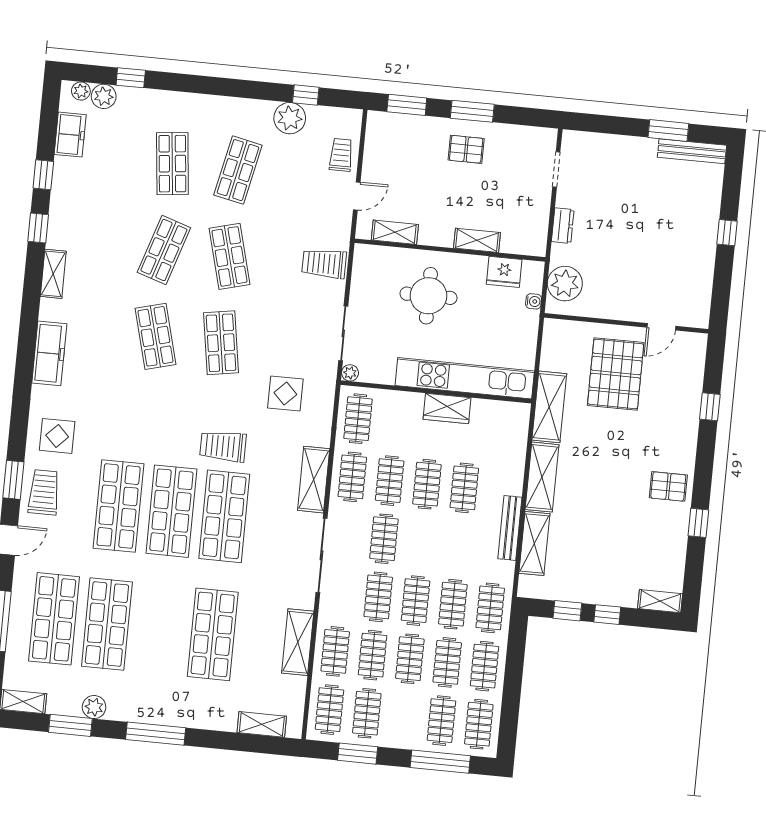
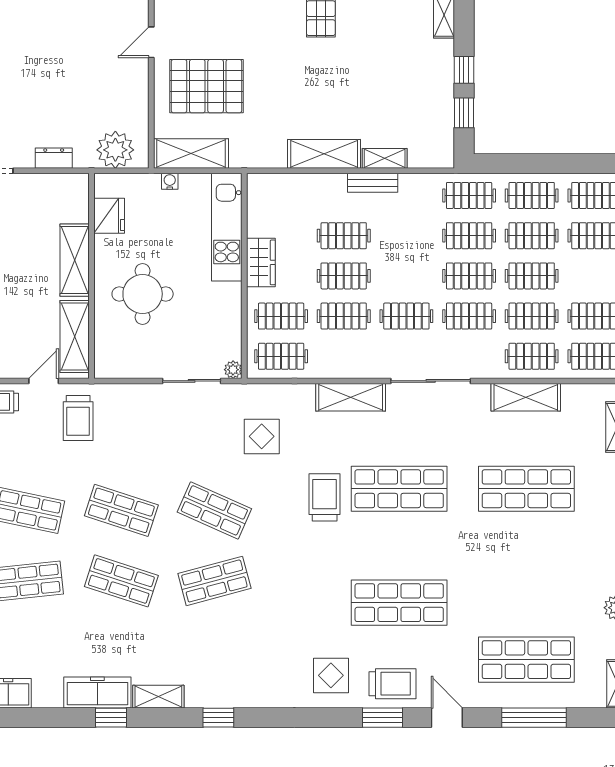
window: (43, 175) -> (218, 718), moved
door: (357, 196) -> (44, 381), hinge flipped
shelving: (395, 232) -> (75, 337), width x1.50, depth x1.33
shelving: (477, 240) -> (75, 260), width x1.50, depth x1.33
shop shelf: (229, 256) -> (121, 510), turned 33
trolley: (324, 263) -> (78, 418), moved
water cooler: (534, 301) -> (170, 181), moved
door: (661, 327) -> (151, 42), swing flipped
shop shelf: (221, 343) -> (214, 510), turned 33
freezer: (49, 353) -> (97, 692), moved
kitchen unit: (465, 378) -> (227, 227), width x0.73
shelving: (549, 407) -> (191, 154), moved
trolley: (223, 446) -> (325, 497), turned 180
clothes rail: (352, 477) -> (281, 316), moved
trolley: (44, 492) -> (392, 684), turned 180
shop shelf: (171, 511) -> (399, 546), removed
bench: (510, 528) -> (373, 183), width x0.73
shelving: (534, 543) -> (385, 158), width x0.67, depth x0.75
shop shelf: (107, 624) -> (526, 603), removed

